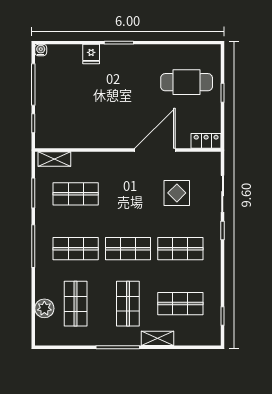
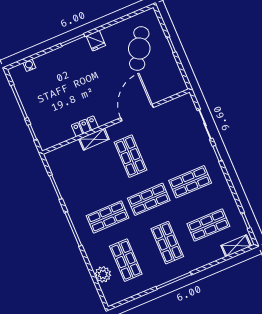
water cooler: (41, 50) -> (29, 65), moved
fridge: (91, 54) -> (96, 41), moved
cafe table: (187, 82) -> (139, 49), turned -59
locker: (206, 141) -> (85, 126), moved
shelving: (54, 159) -> (94, 139), moved
display table: (177, 193) -> (169, 139), removed
shop shelf: (76, 194) -> (130, 156), moved, turned 90
shelving: (157, 338) -> (236, 246), moved

